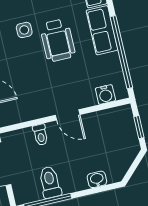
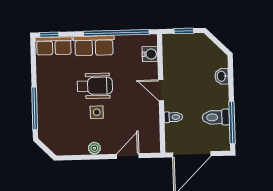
side table: (24, 30) -> (97, 112), moved
door: (68, 115) -> (161, 90), swing flipped

